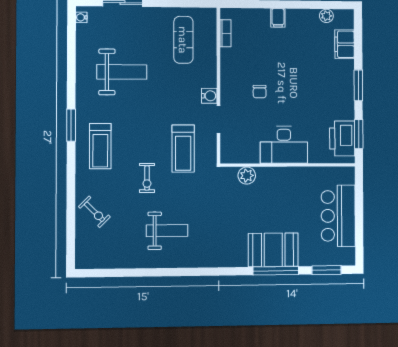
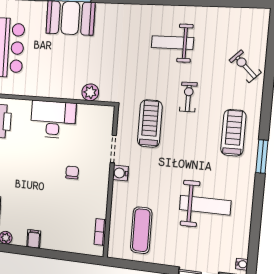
filing cabinet: (278, 18) -> (34, 239), moved
weight bench: (122, 72) -> (205, 205), turned 180

